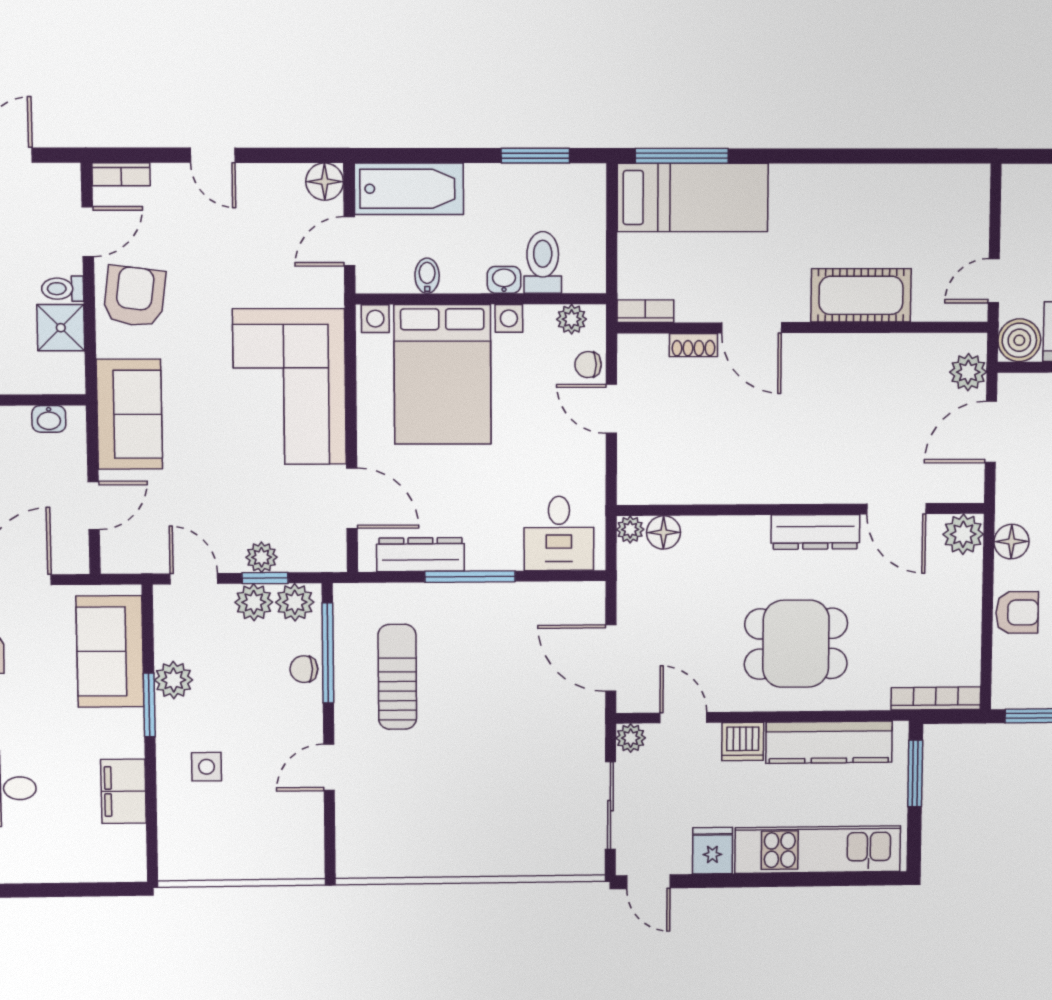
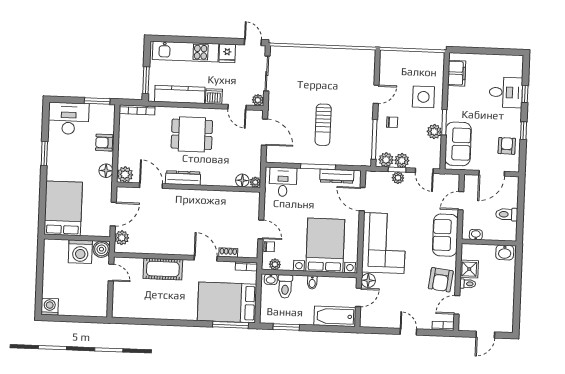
floor lamp: (325, 182) -> (368, 280), moved
bed: (693, 198) -> (227, 302), width x1.50
bidet: (427, 276) -> (312, 283), moved
washbasin: (504, 280) -> (271, 279), moved
door: (994, 281) -> (111, 273), hinge flipped
chair: (304, 669) -> (392, 122), moved
sun lounger: (397, 677) -> (323, 125), moved
side table: (207, 767) -> (423, 97), width x1.87, depth x1.87
filing cabinet: (123, 791) -> (457, 73), moved

